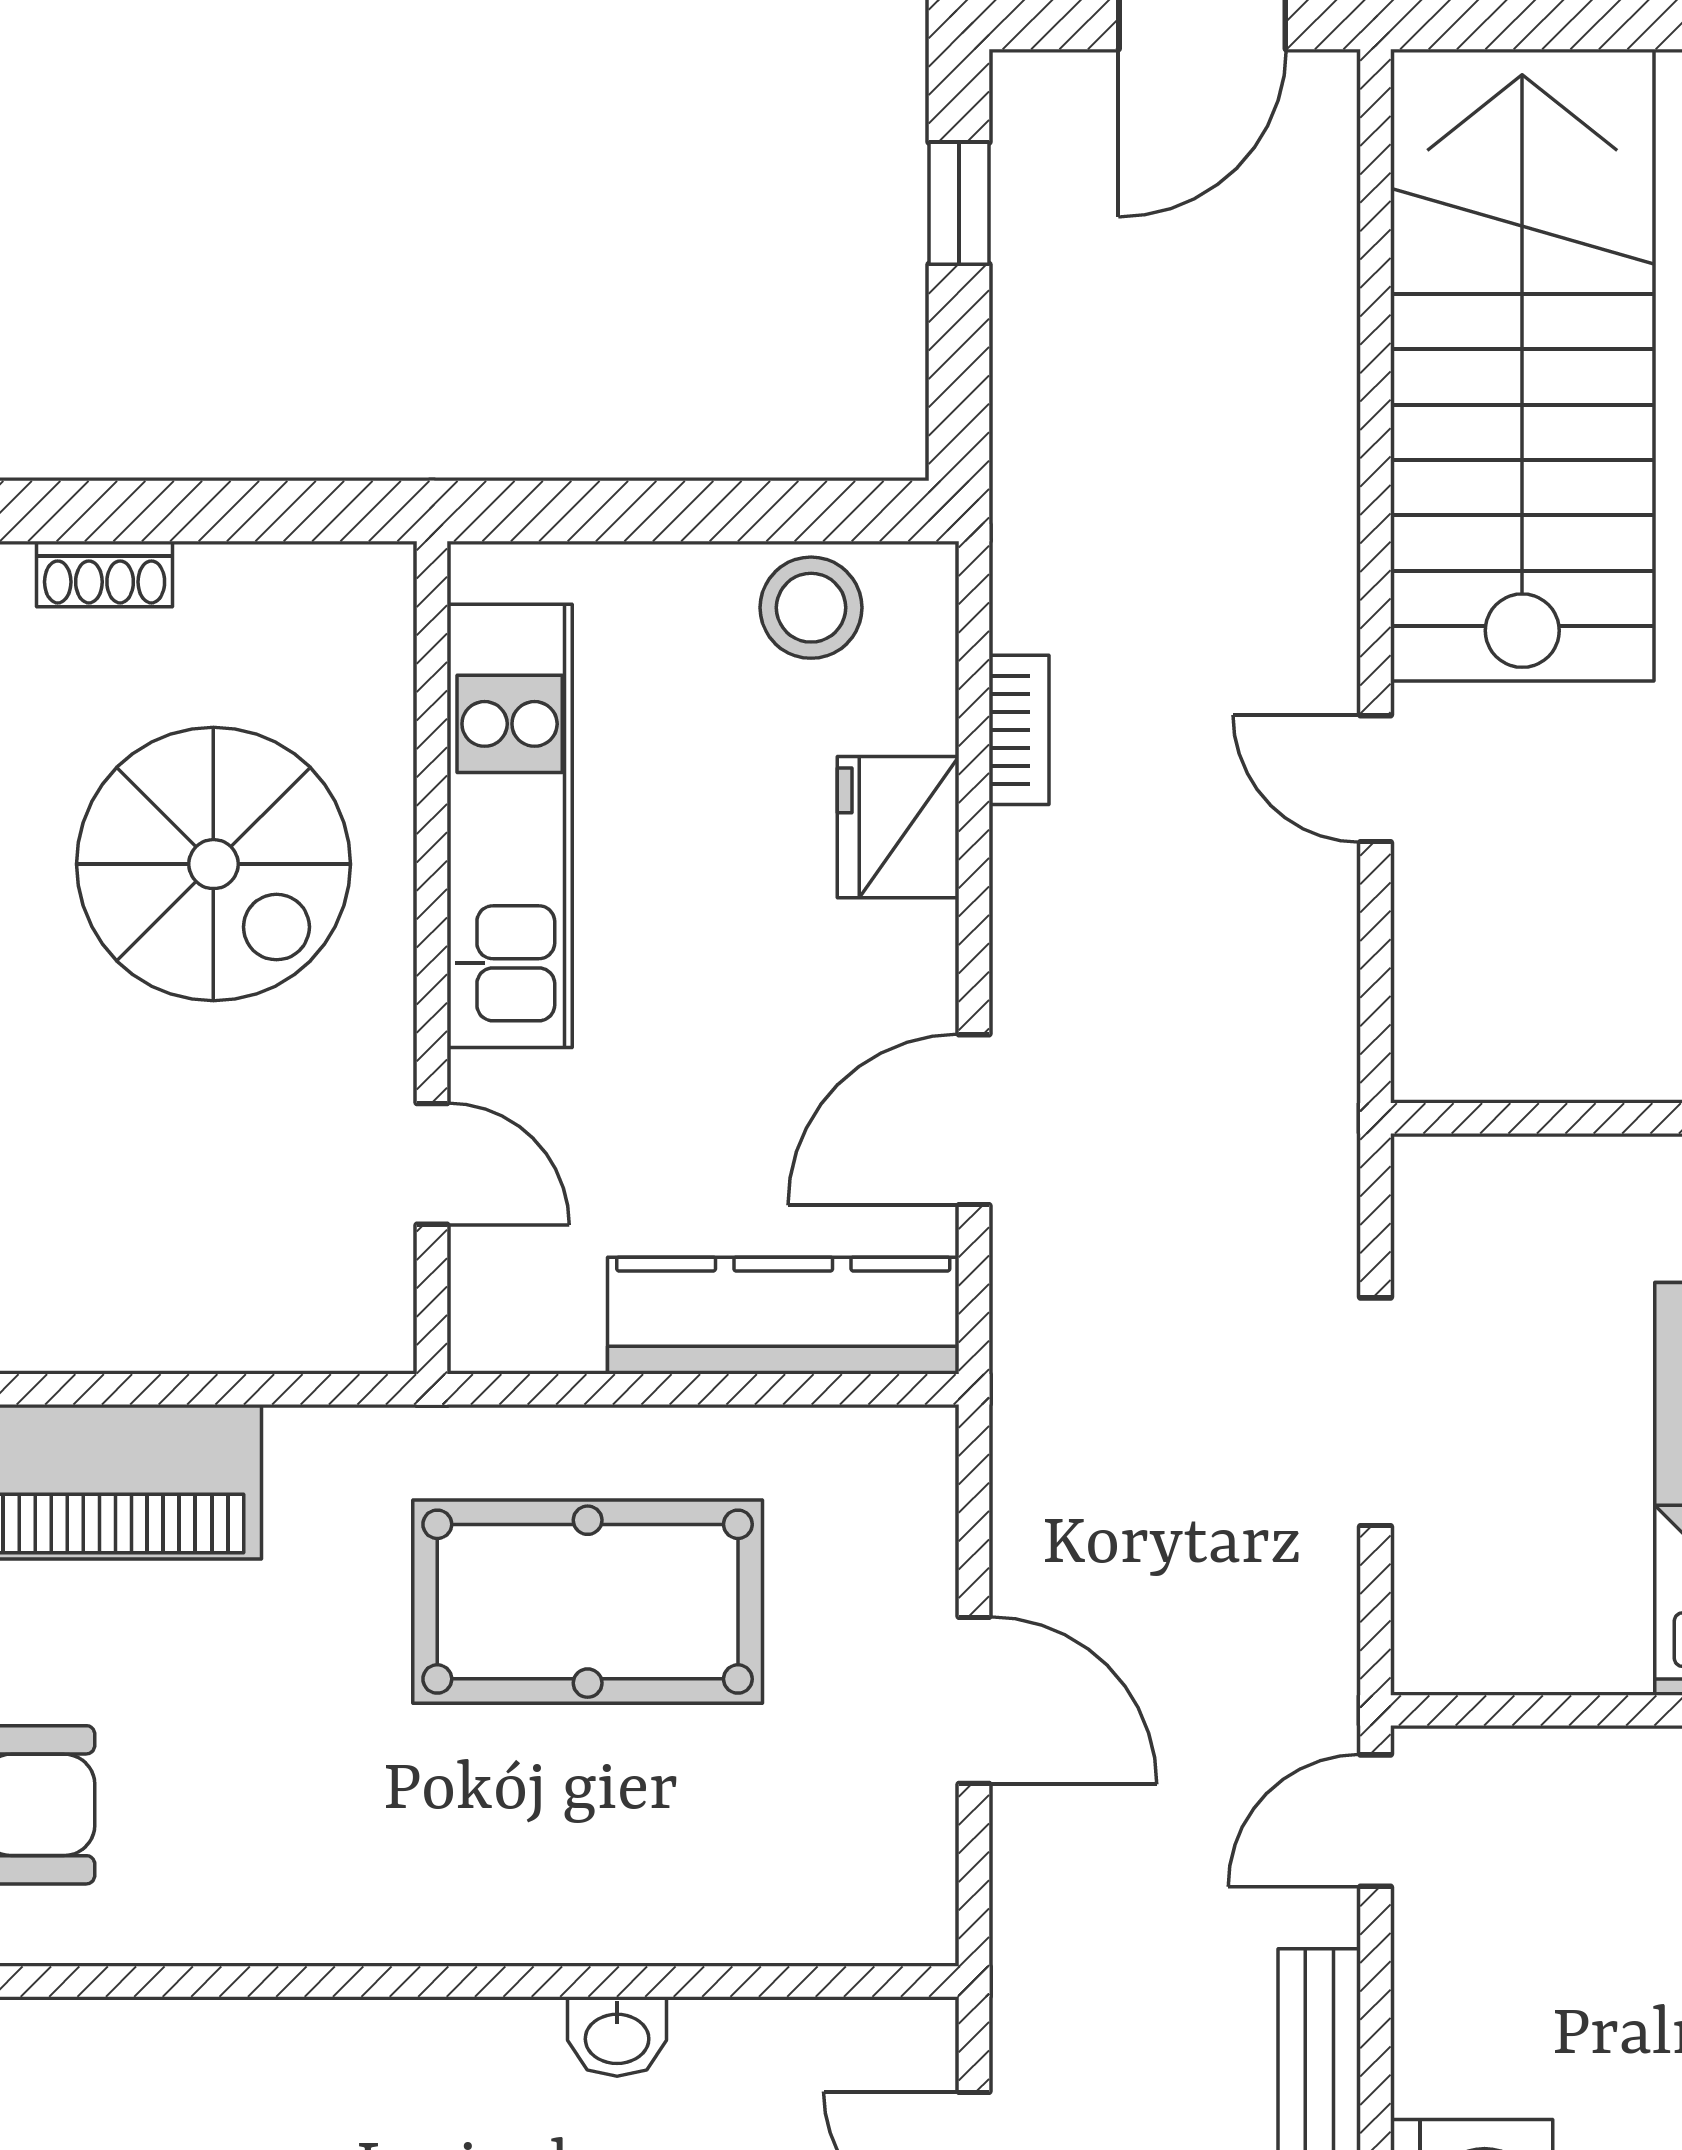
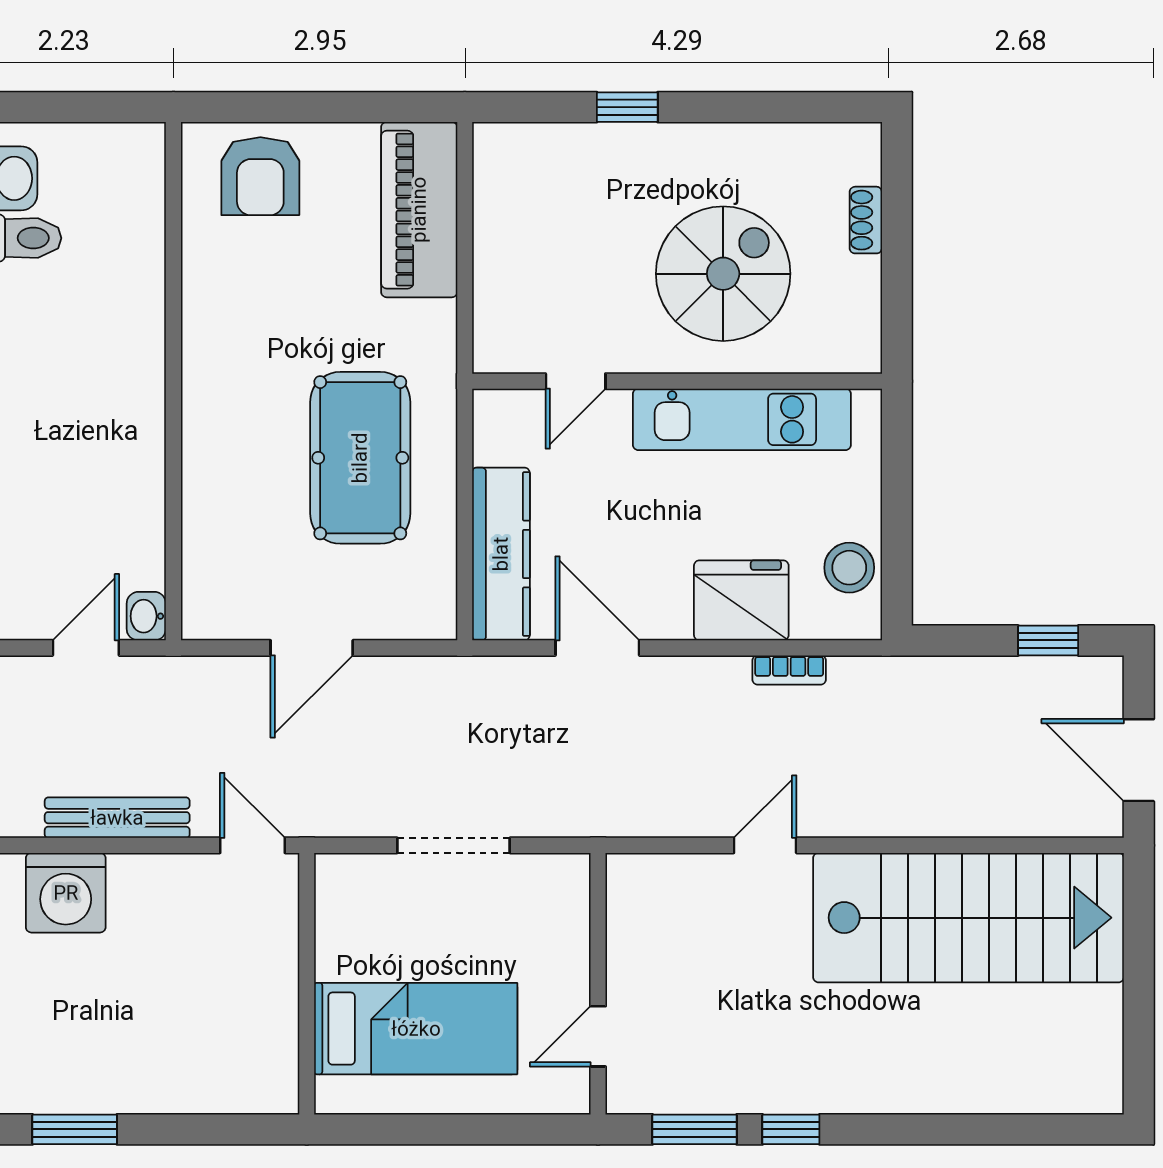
fridge: (898, 827) -> (741, 600), width x1.36, depth x1.34
spiral stairs: (213, 864) -> (723, 274), turned 180
washbasin: (617, 2036) -> (146, 616), moved

